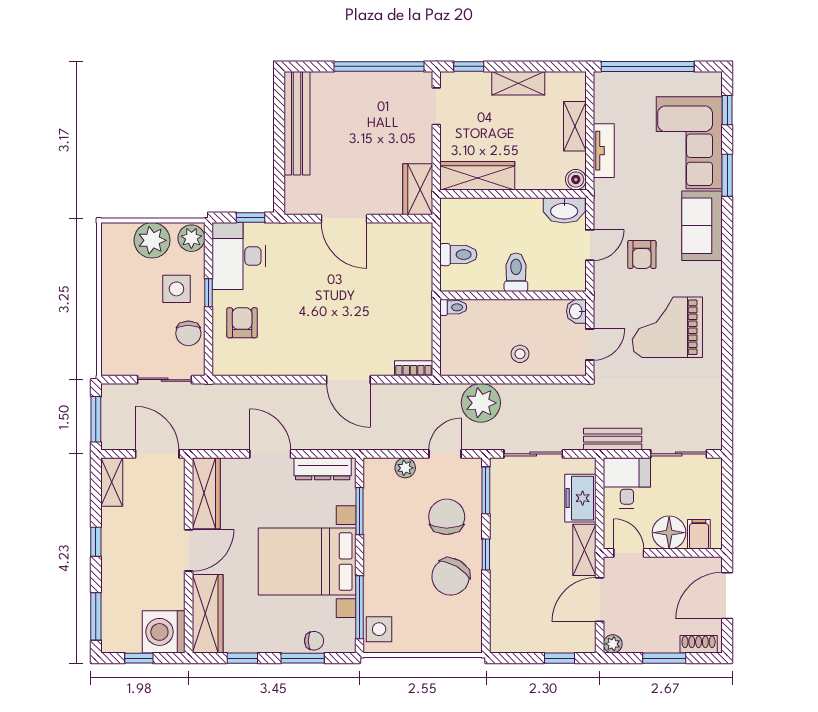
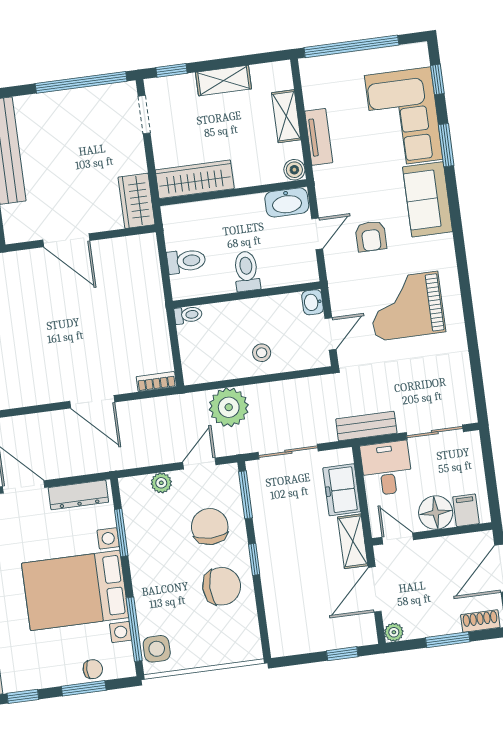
chair: (451, 577) -> (222, 586), turned -120

